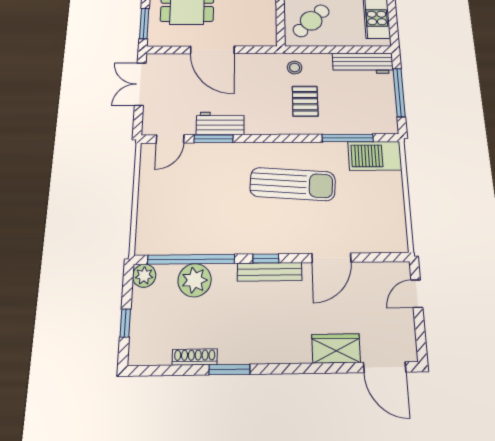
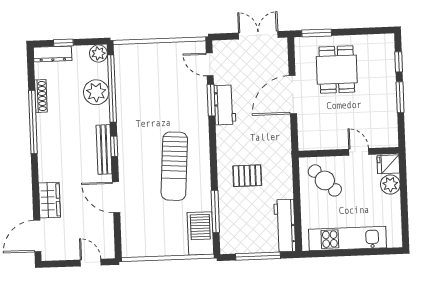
stool: (295, 68) -> (278, 166), removed
dresser: (139, 339) -> (53, 54), added
window: (229, 369) -> (33, 122), width x2.11

